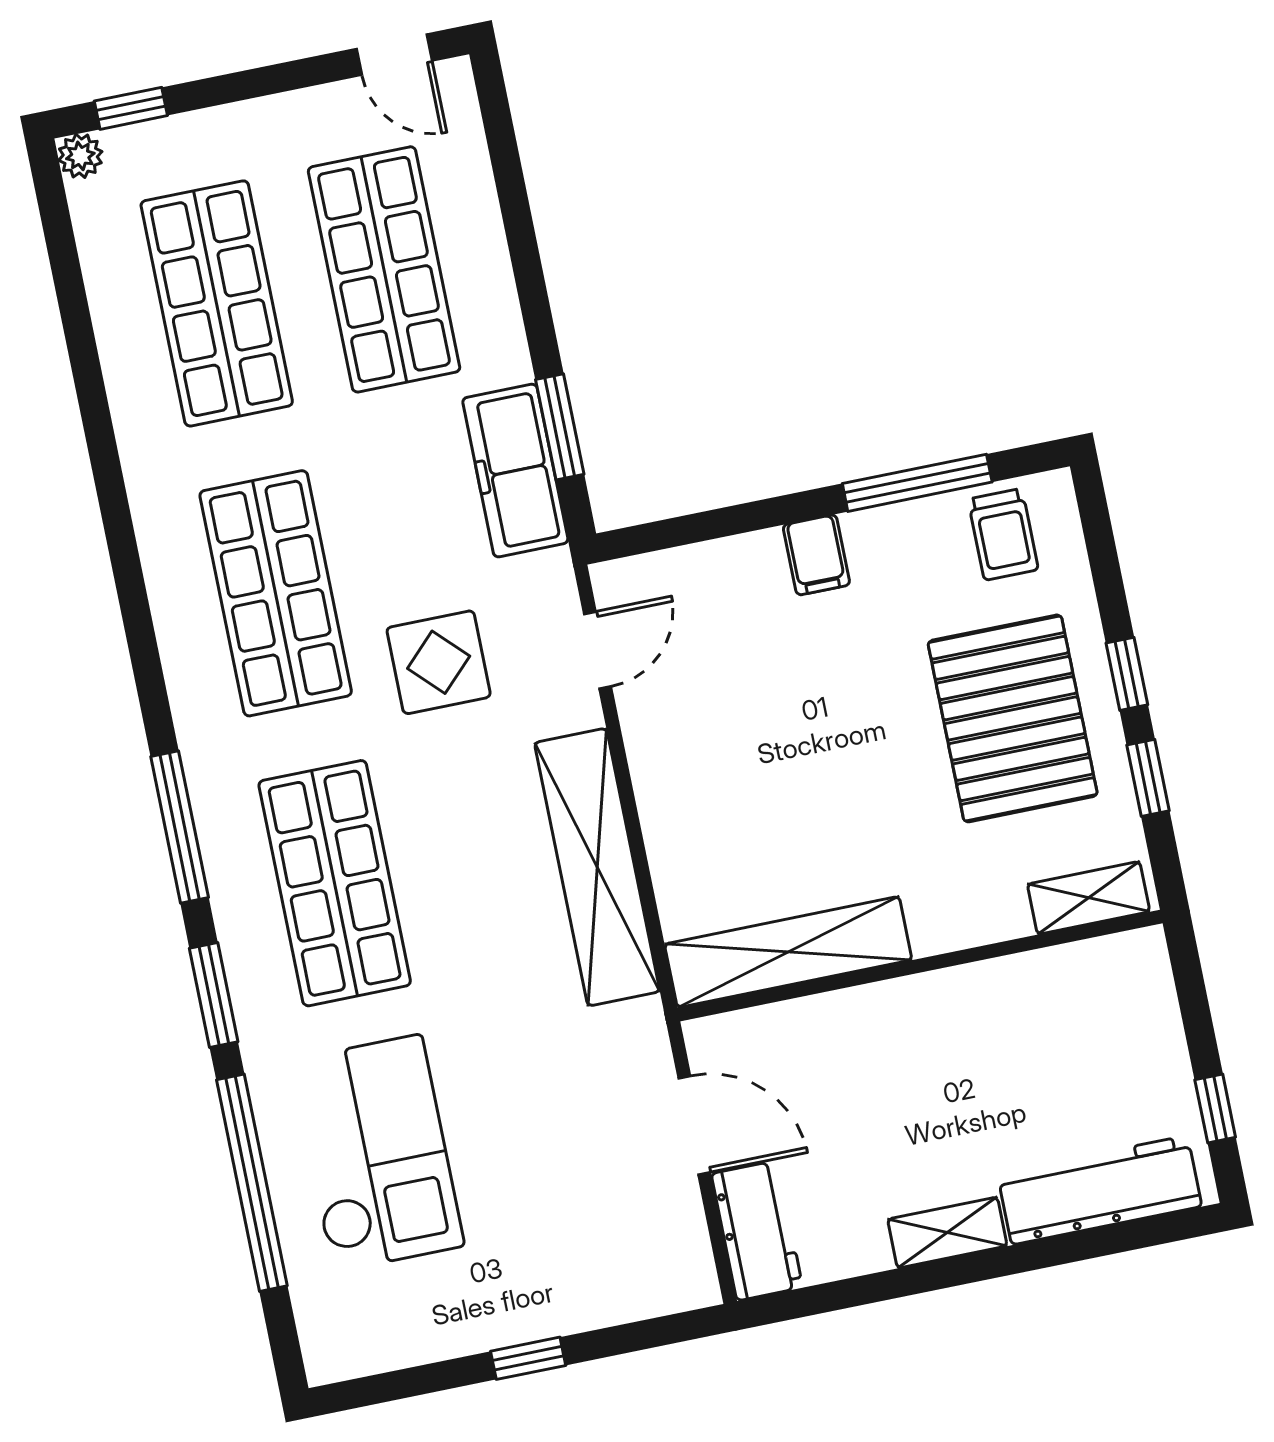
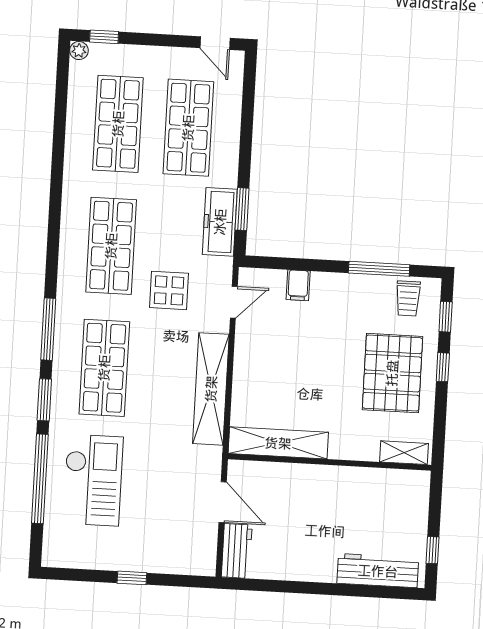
filing cabinet: (816, 555) -> (298, 285), moved
window: (1148, 778) -> (446, 317), moved
shelving: (947, 1233) -> (312, 572), removed

